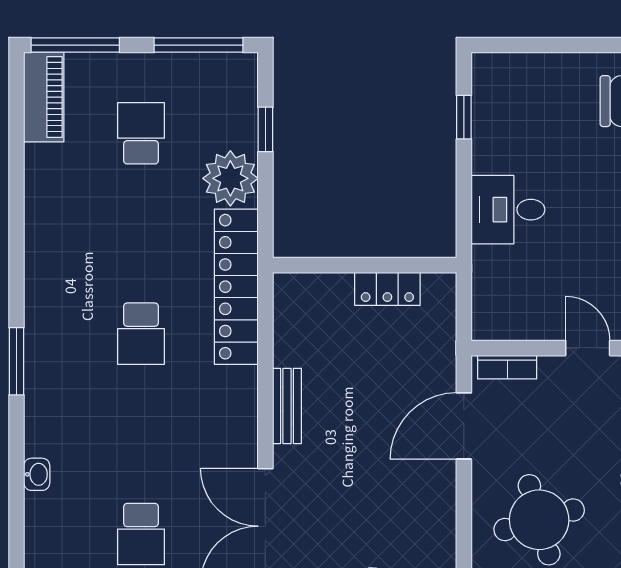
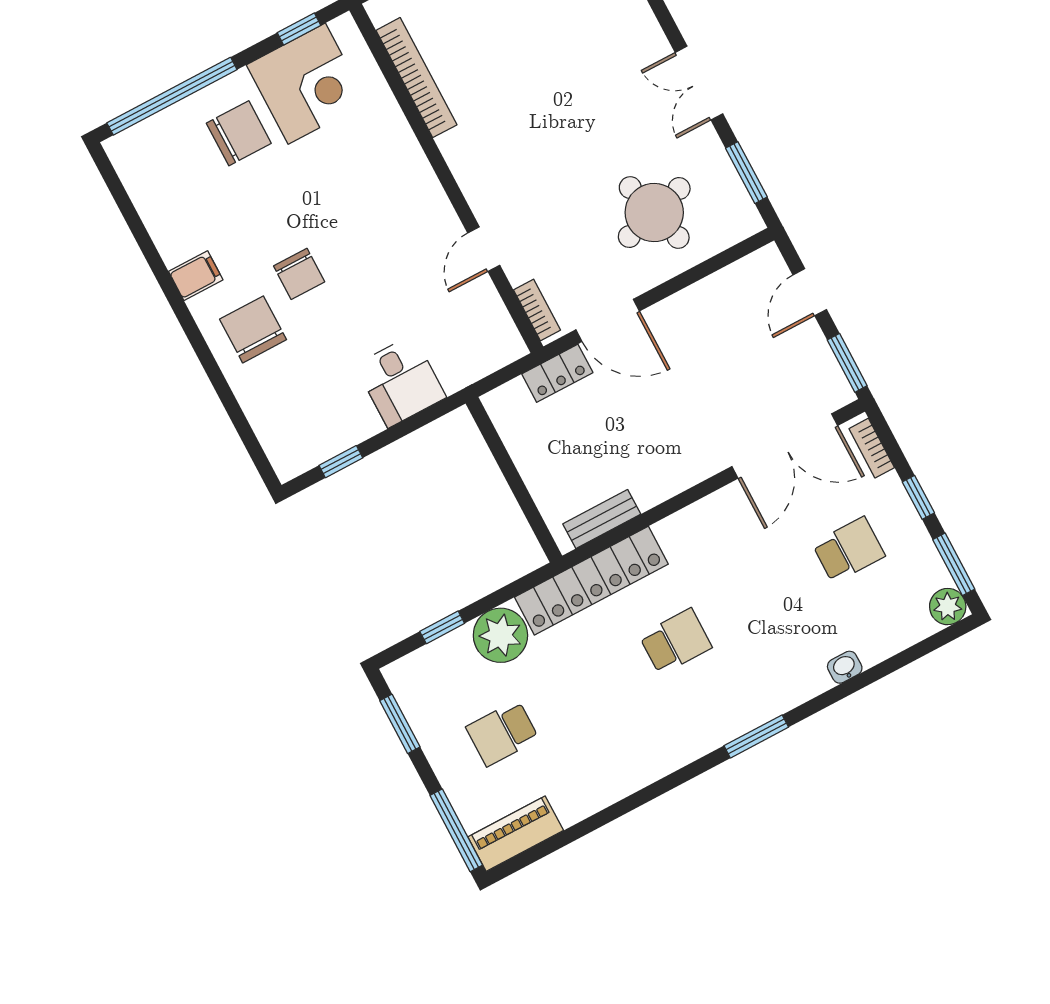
window: (199, 45) -> (400, 724), width x0.69
locker: (387, 289) -> (557, 373), moved, turned 90
bench: (287, 406) -> (602, 519), moved

